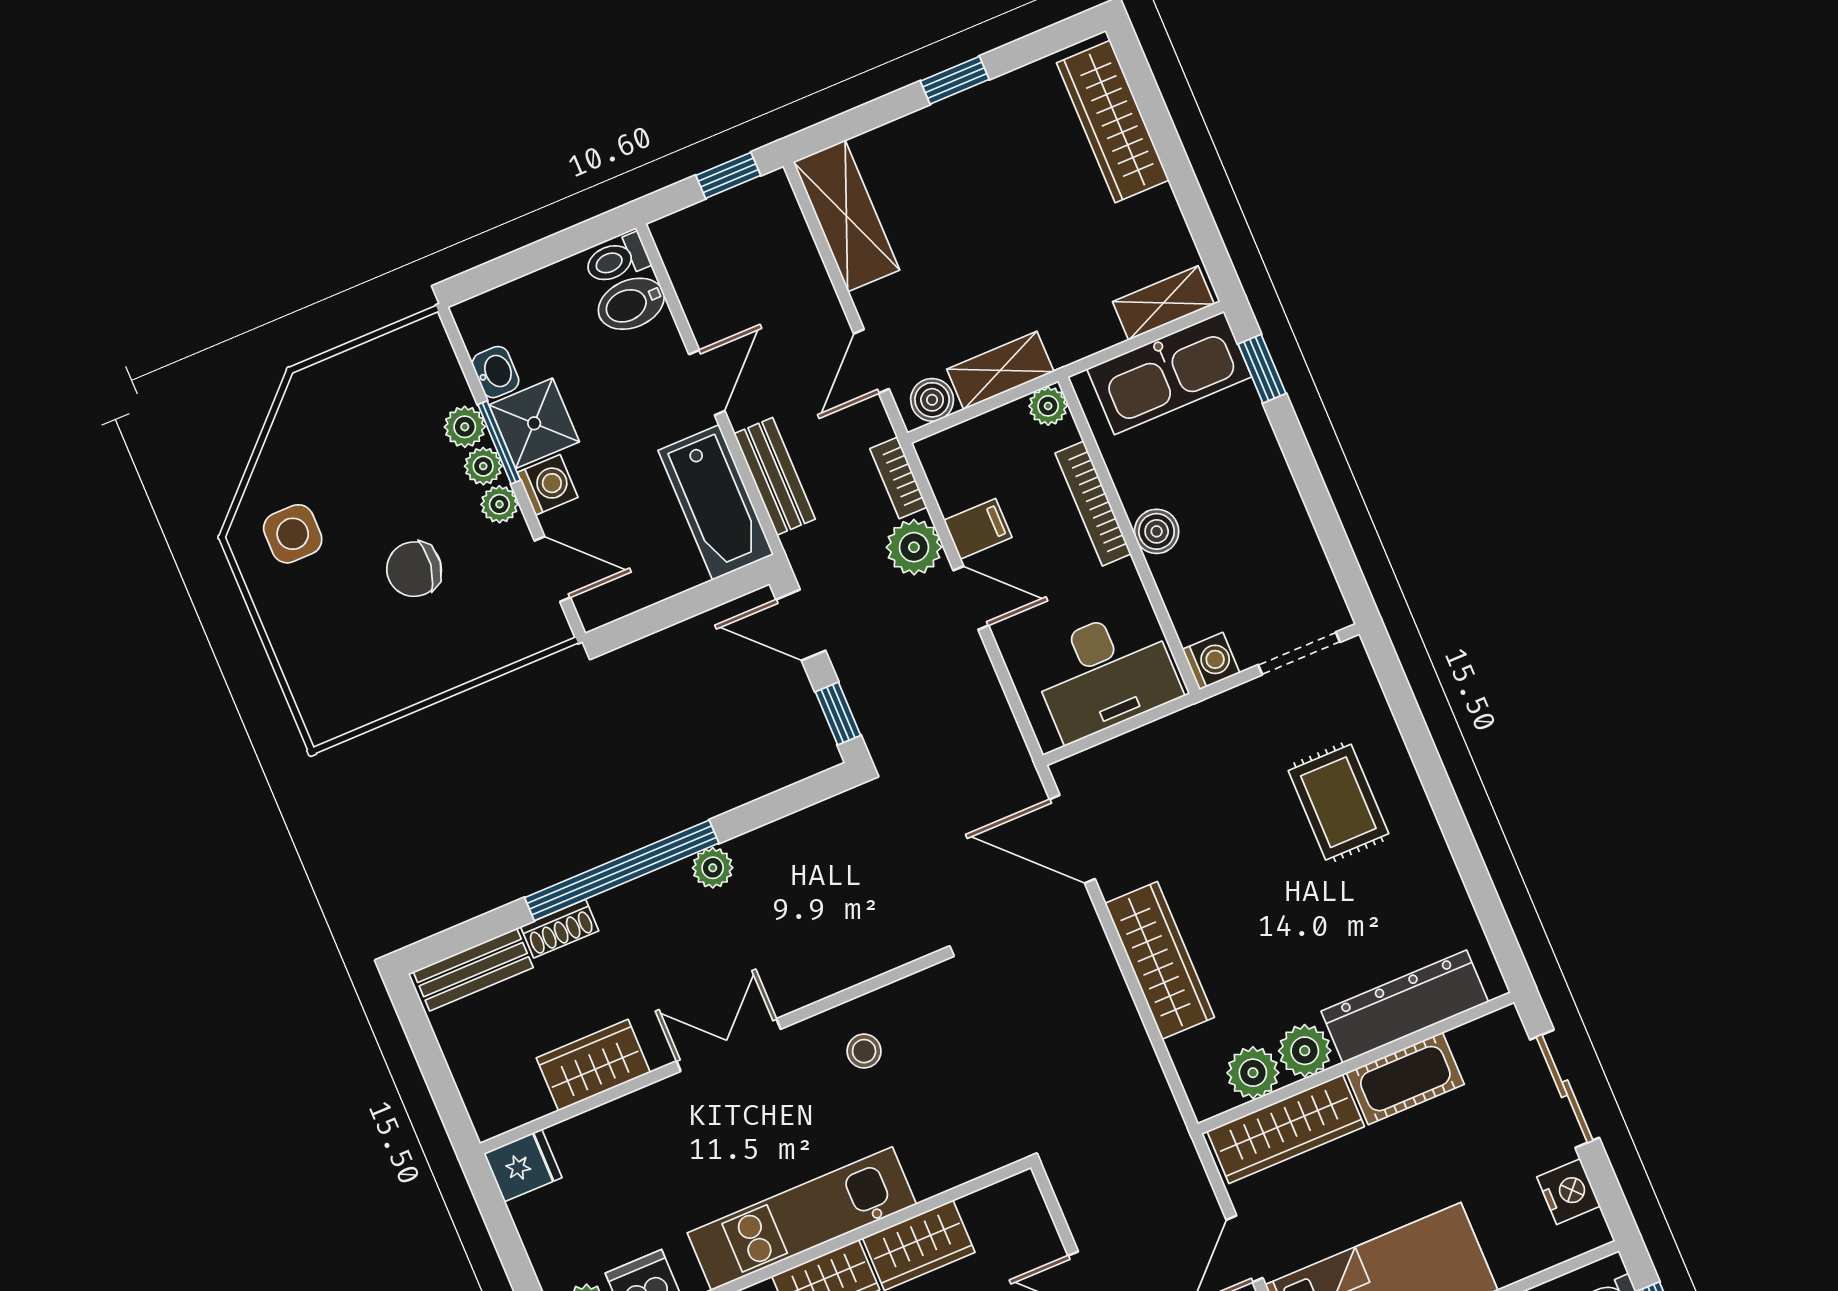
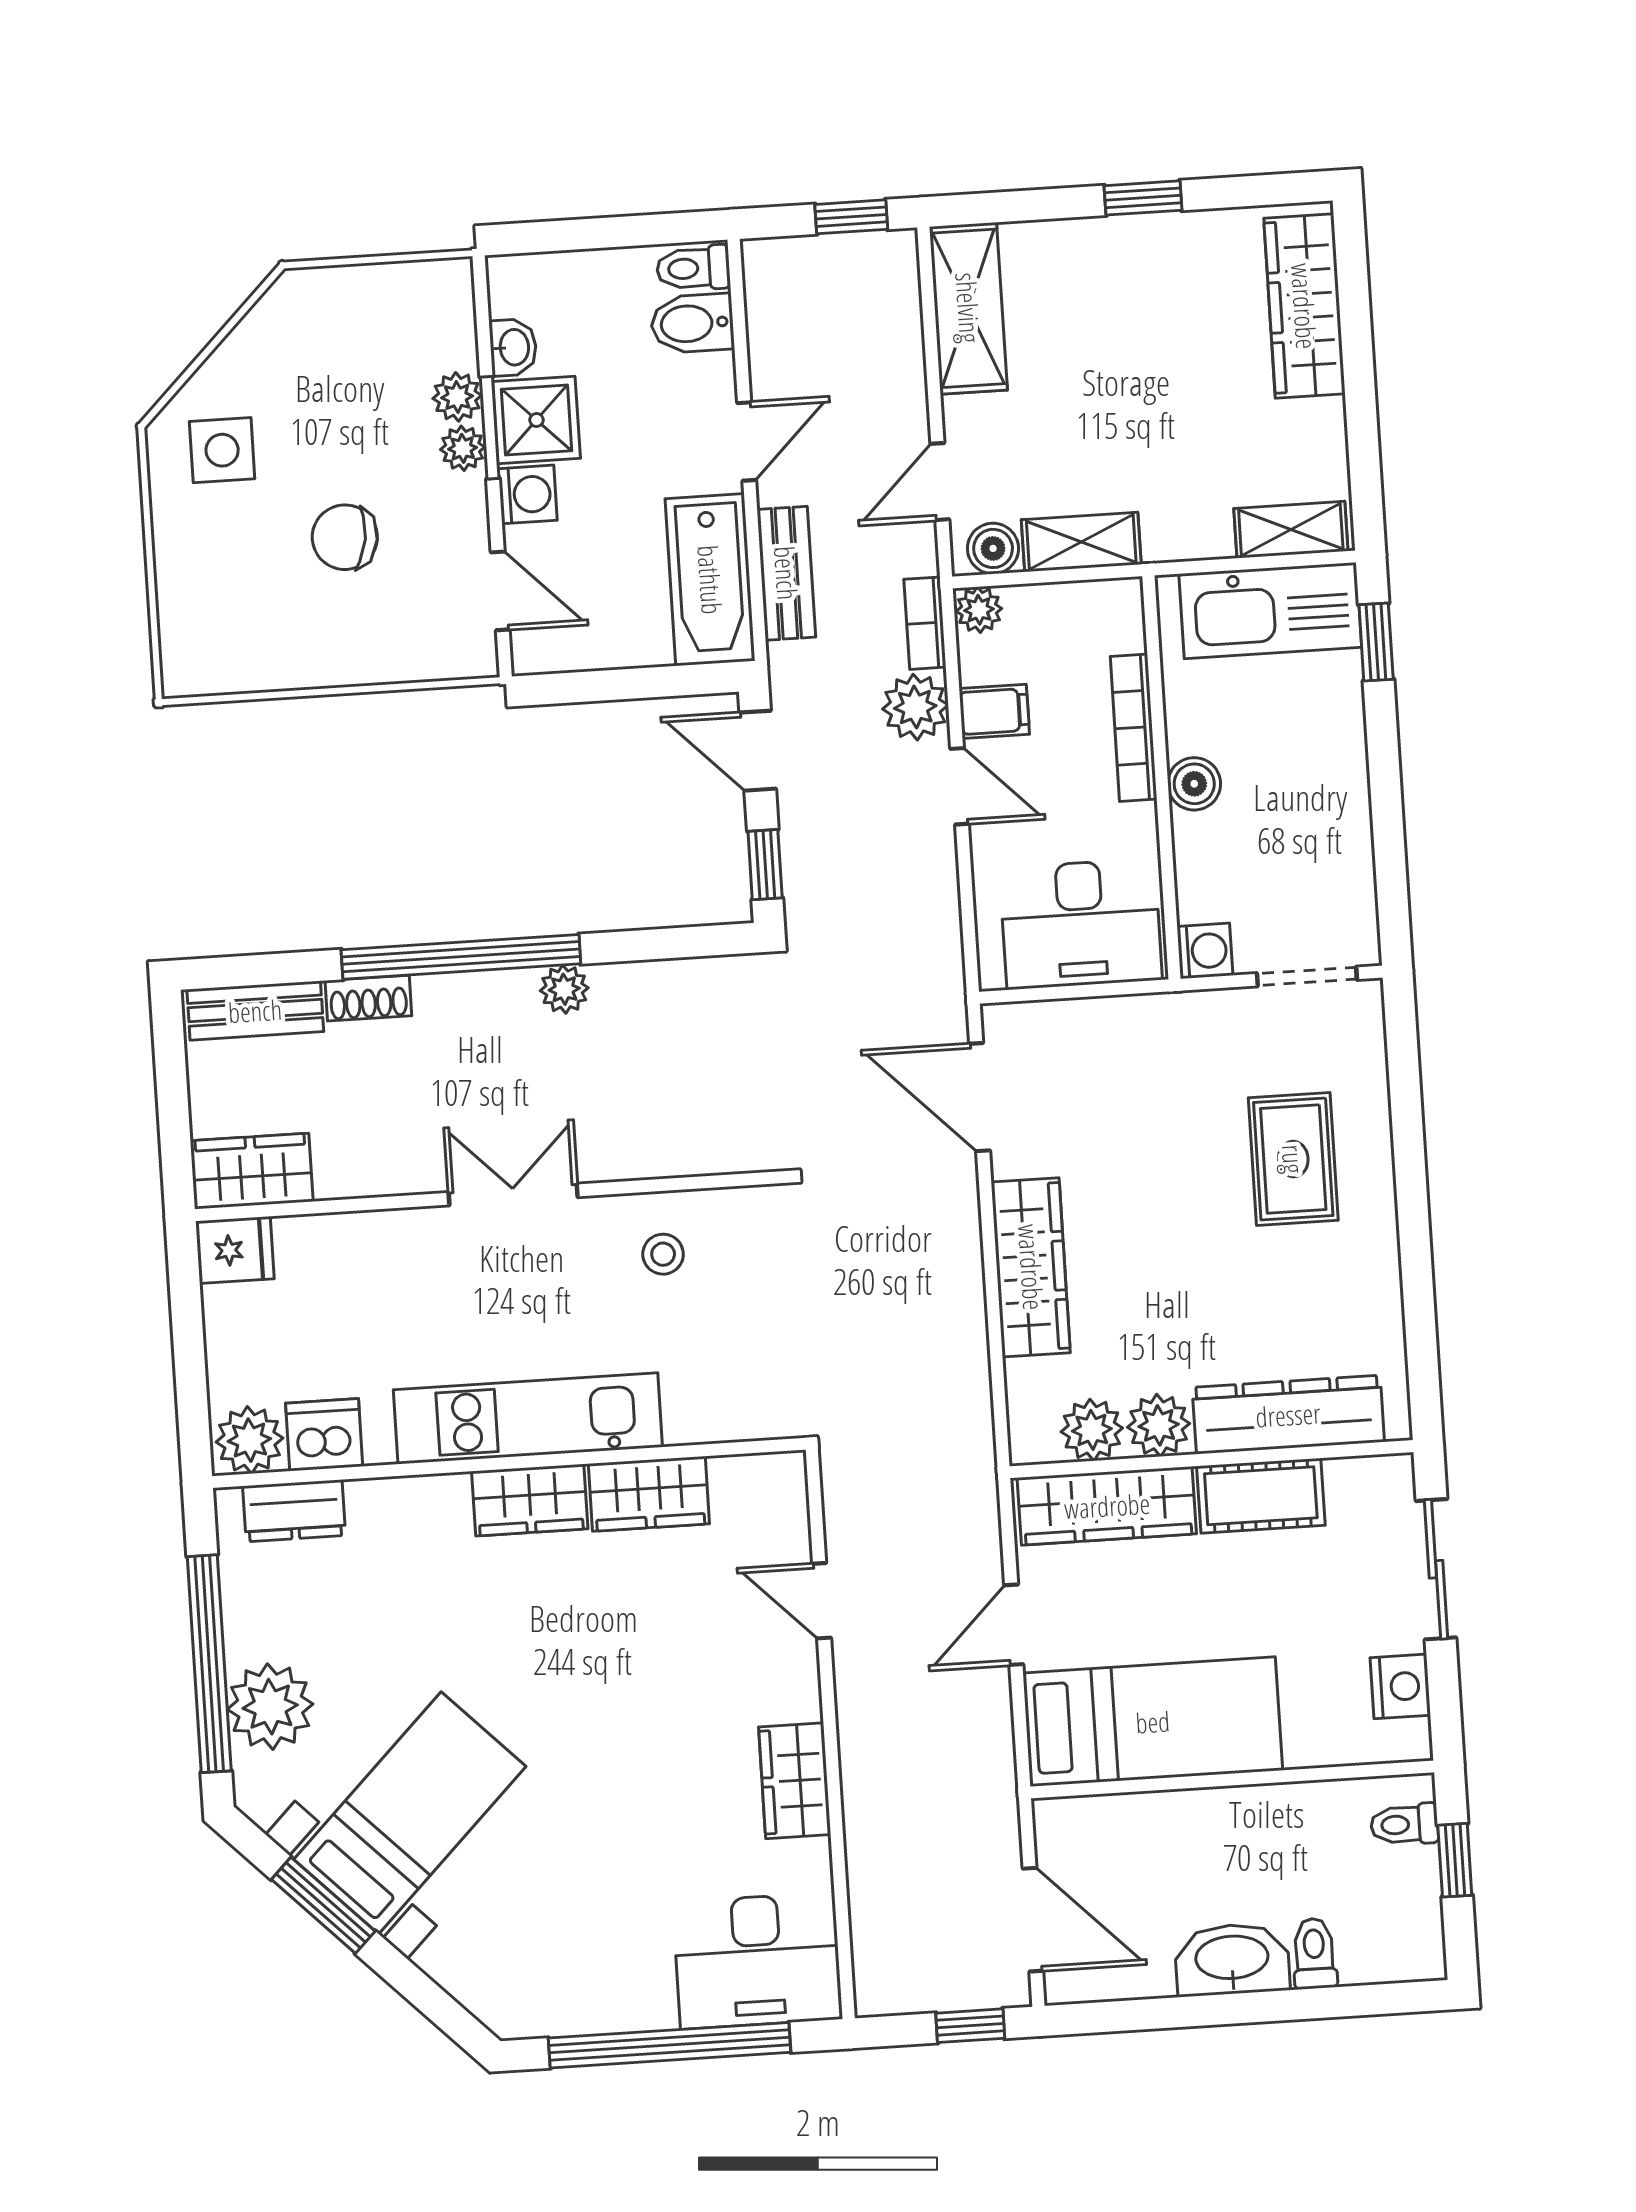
plant: (1048, 406) -> (979, 610), moved
plant: (499, 504) -> (466, 498), removed
wardrobe: (593, 1065) -> (252, 1171), moved

